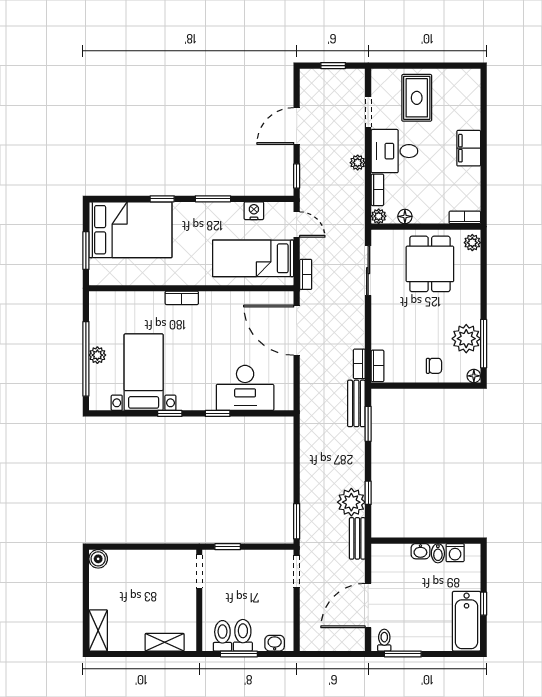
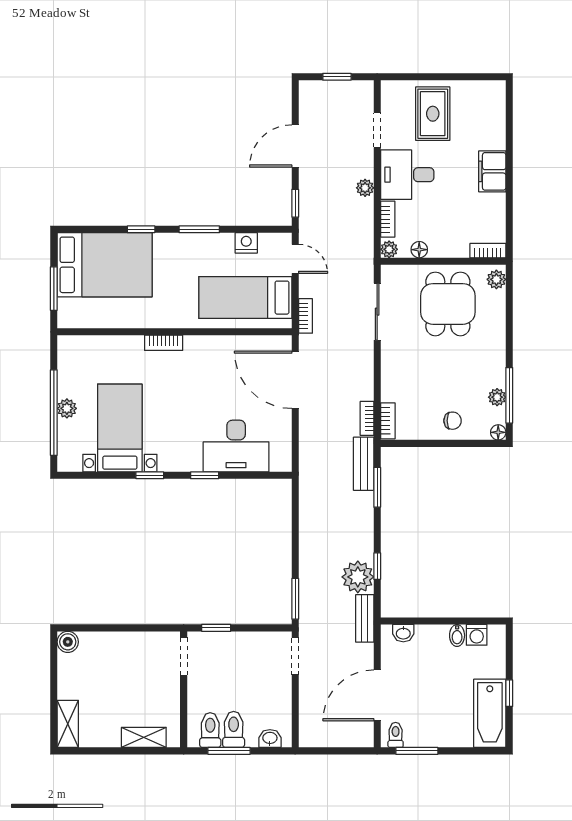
plant: (466, 339) -> (497, 397), width x0.53, depth x0.53
washbasin: (420, 551) -> (403, 633), moved

